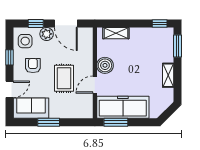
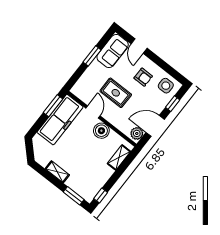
plant: (47, 34) -> (137, 133), moved
window: (10, 57) -> (163, 65), removed

